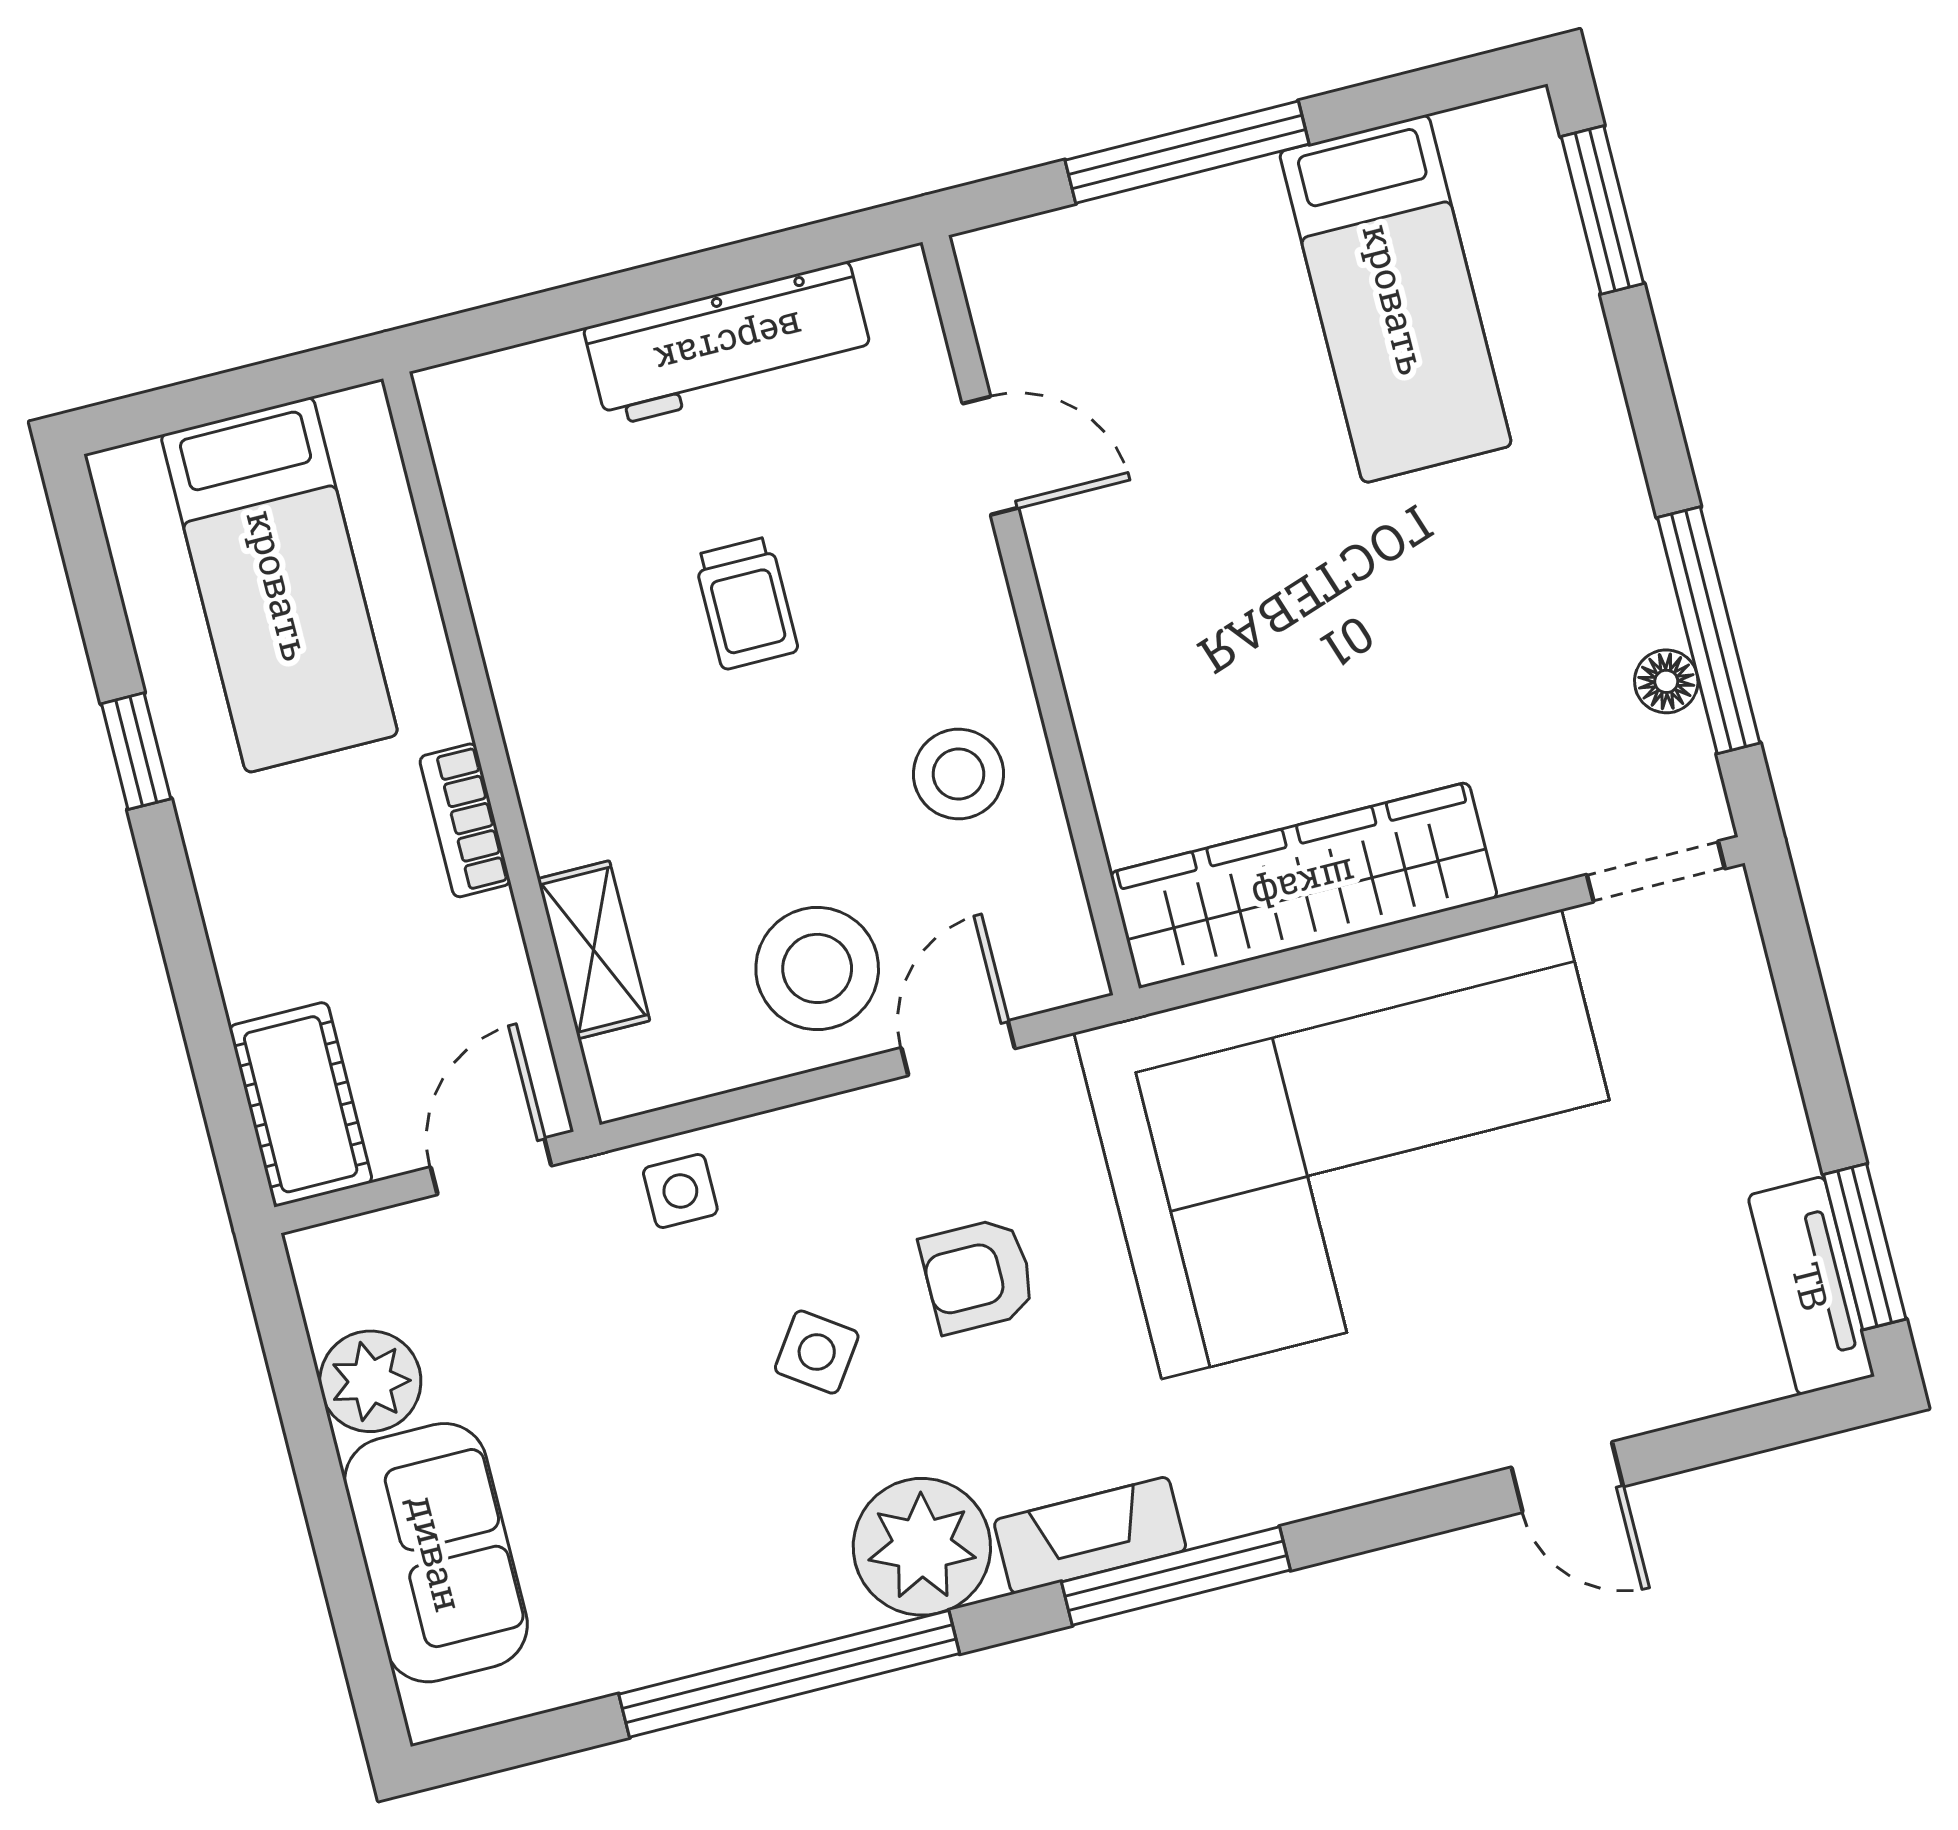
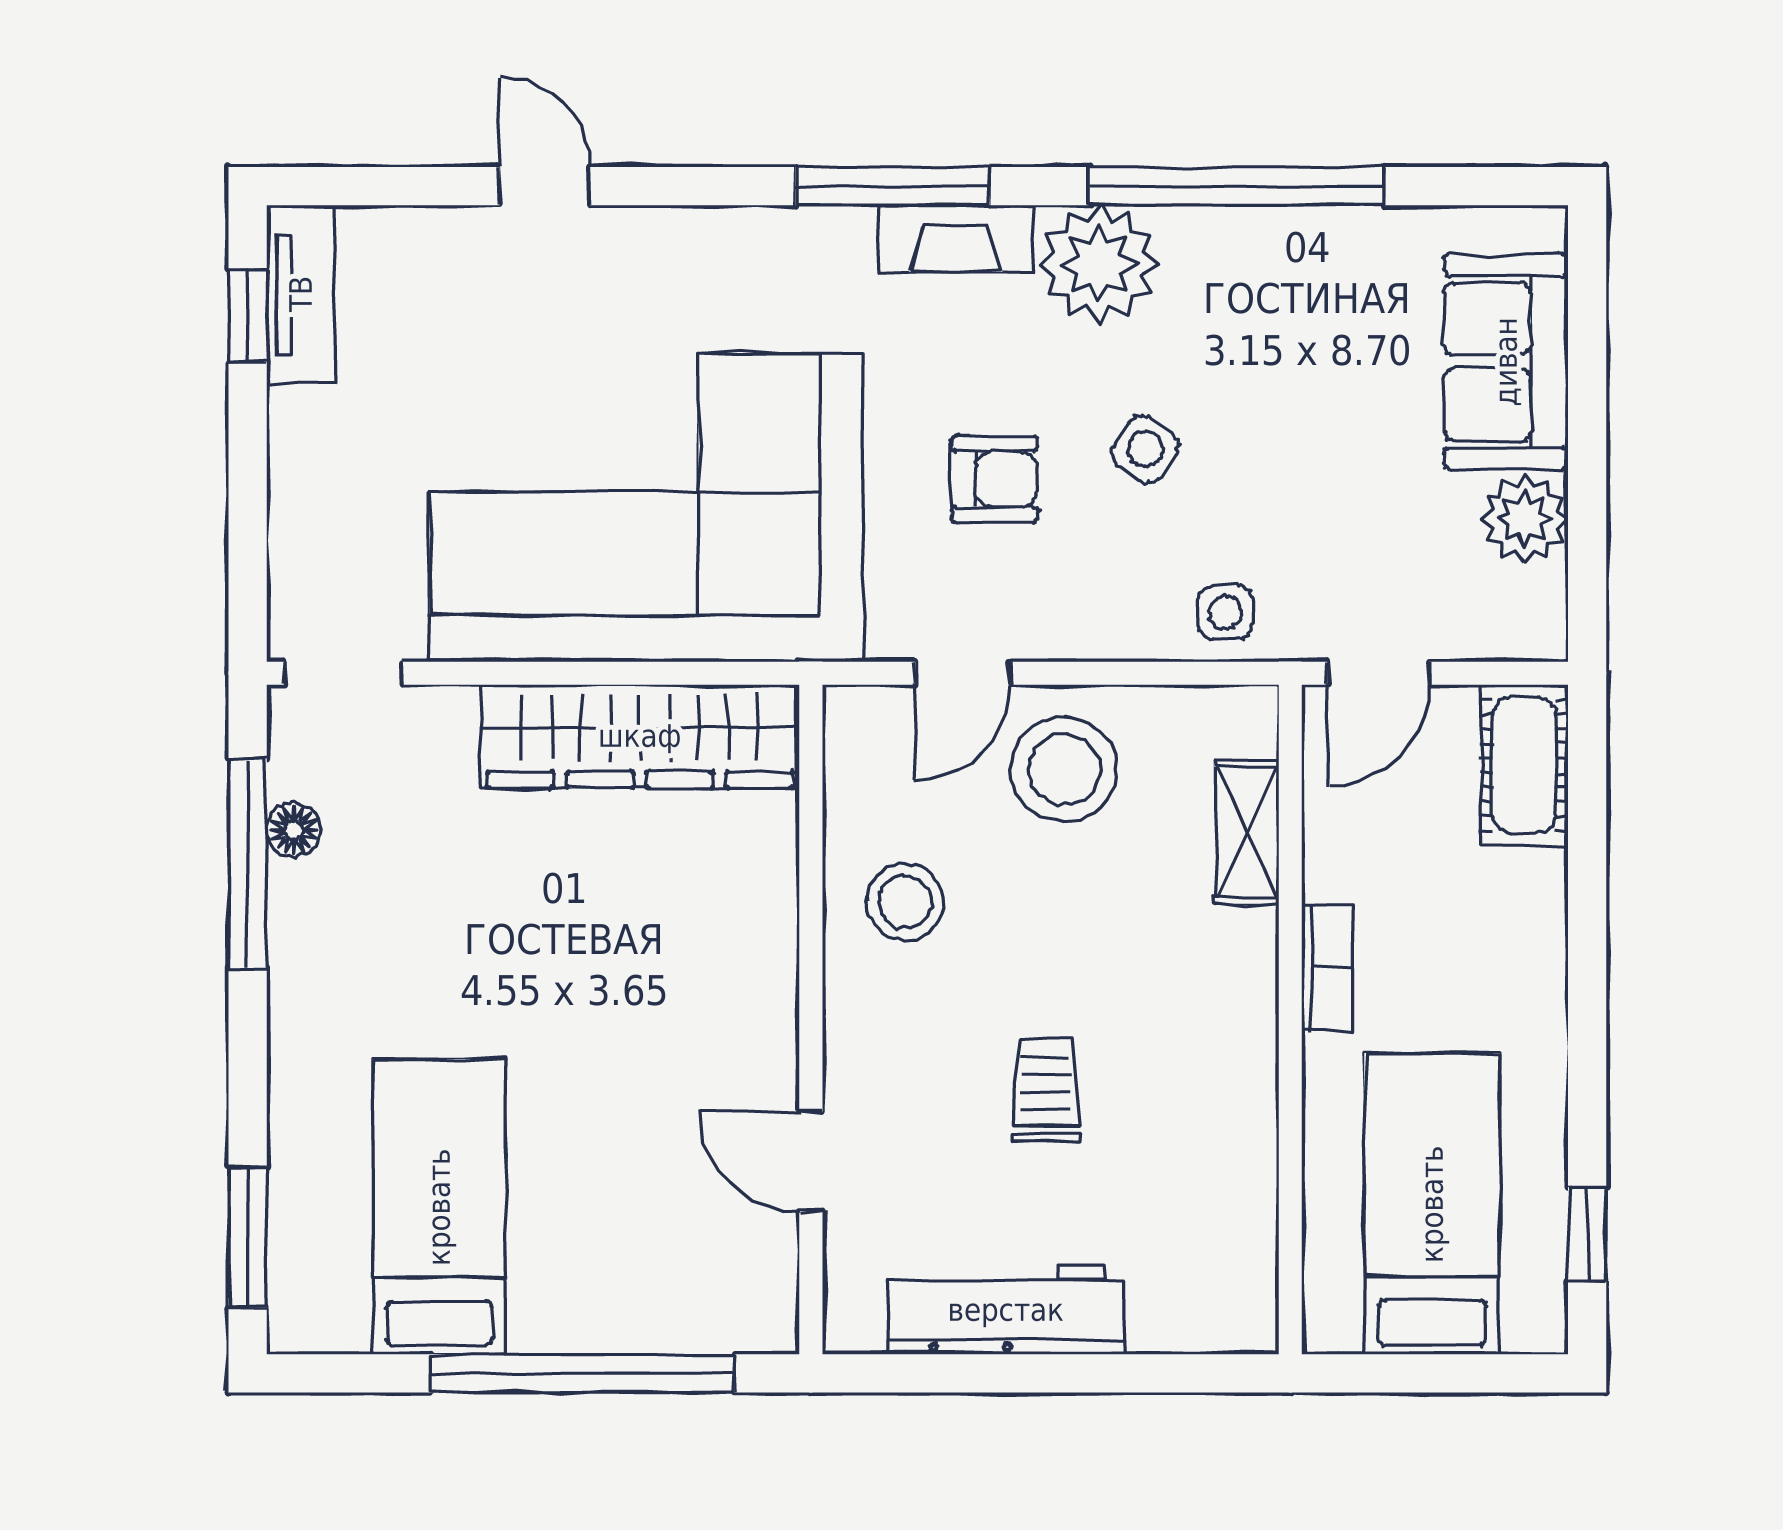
window: (1187, 152) -> (583, 1373), width x1.46
window: (136, 751) -> (1587, 1234), moved
window: (1865, 1247) -> (248, 316), width x0.67

